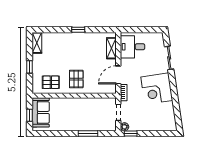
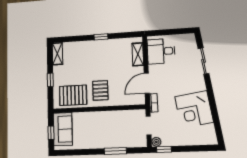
pallet: (51, 82) -> (73, 95), width x1.50, depth x1.42
corner desk: (157, 89) -> (194, 109), moved

